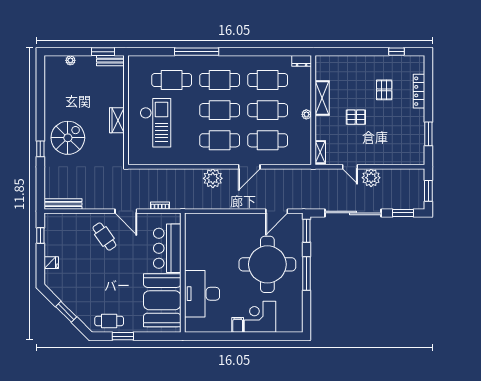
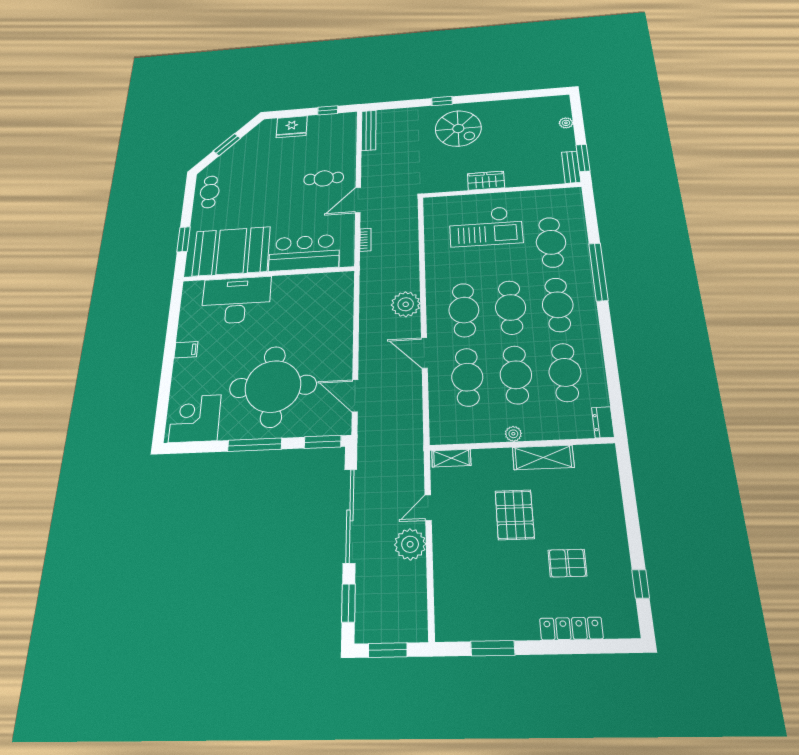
pallet: (356, 117) -> (515, 515), width x1.50, depth x1.42
cafe table: (104, 237) -> (324, 178), turned 35
fridge: (51, 263) -> (292, 127), width x1.88, depth x1.34
corner desk: (260, 317) -> (195, 419), moved, turned -90
window: (123, 336) -> (184, 239), moved

